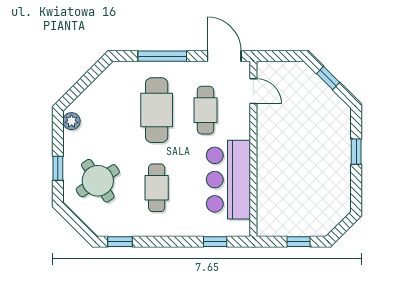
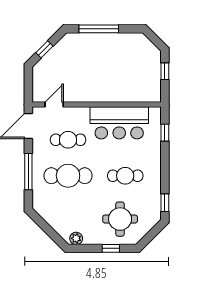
window: (356, 152) -> (99, 29), width x2.17
round table: (98, 181) -> (120, 219), turned 33

